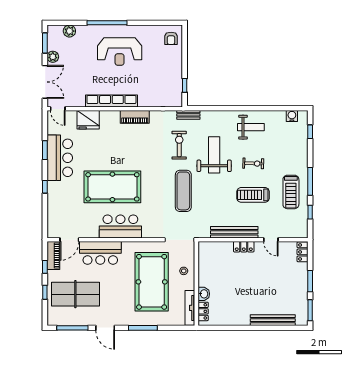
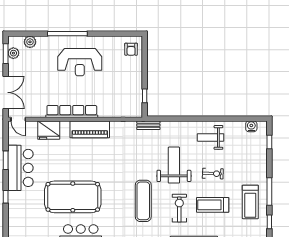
plant: (53, 57) -> (13, 53), moved
piano: (135, 117) -> (90, 129), width x1.37, depth x1.33
weight bench: (251, 127) -> (211, 137), turned 180
exercise bike: (179, 145) -> (179, 208), moved

